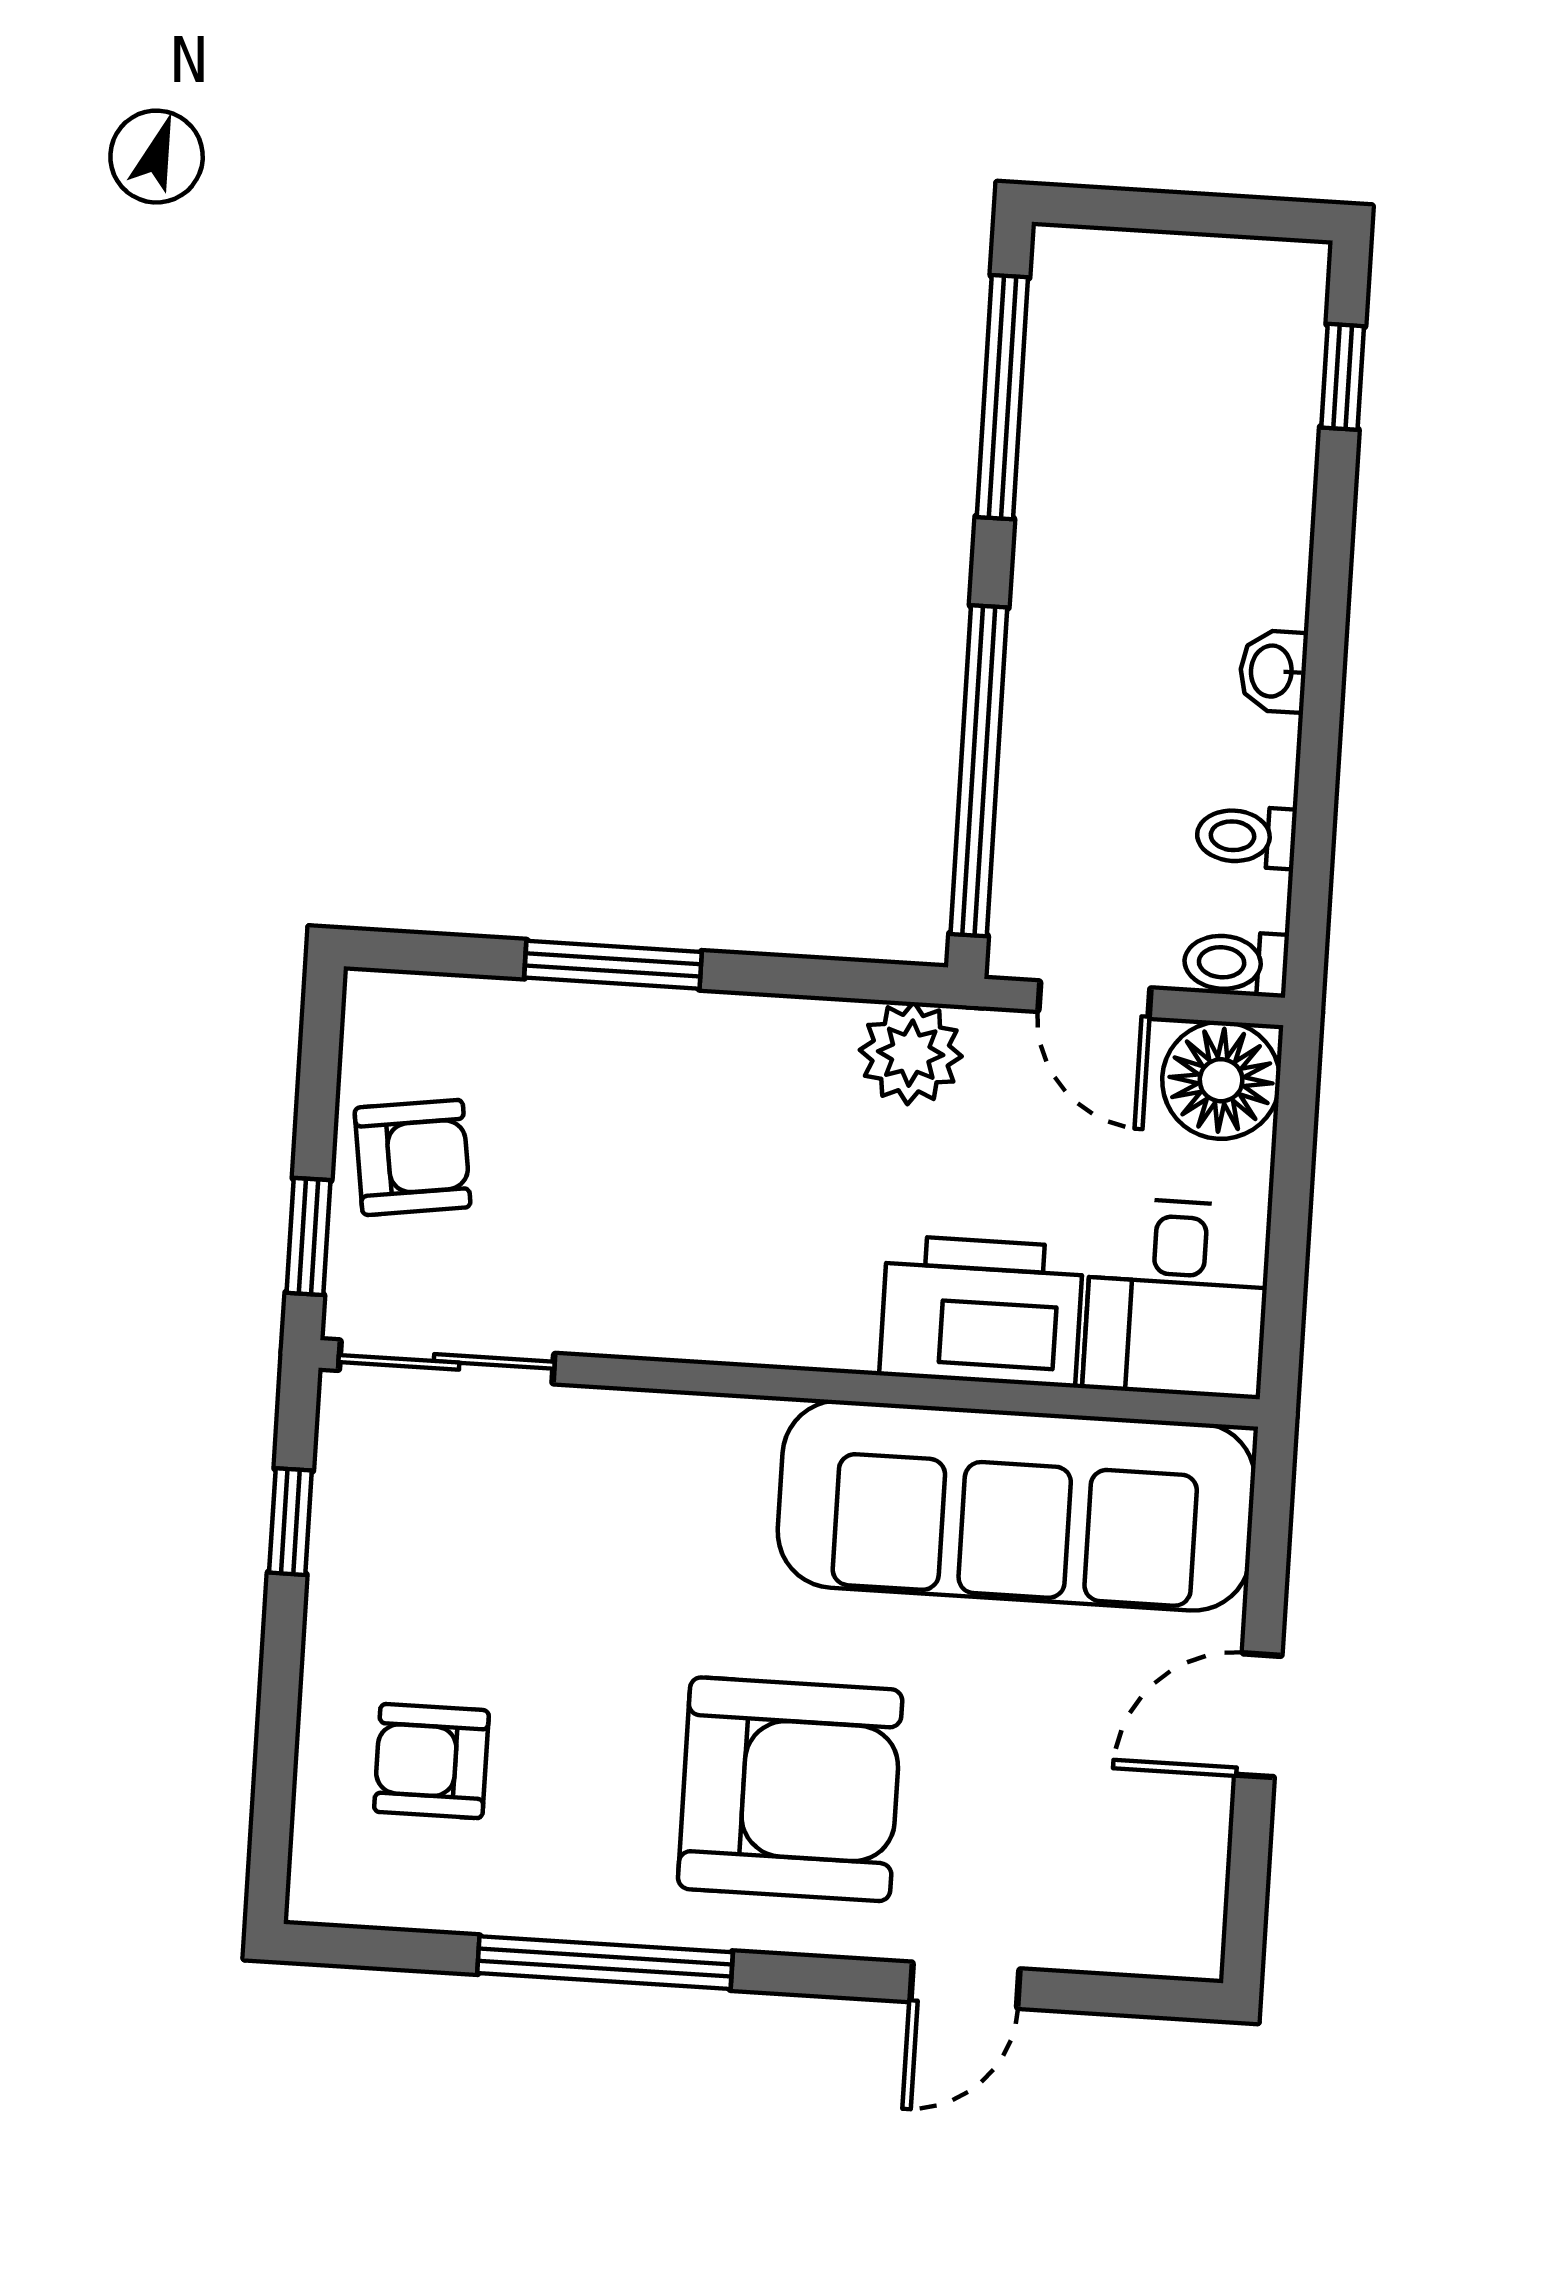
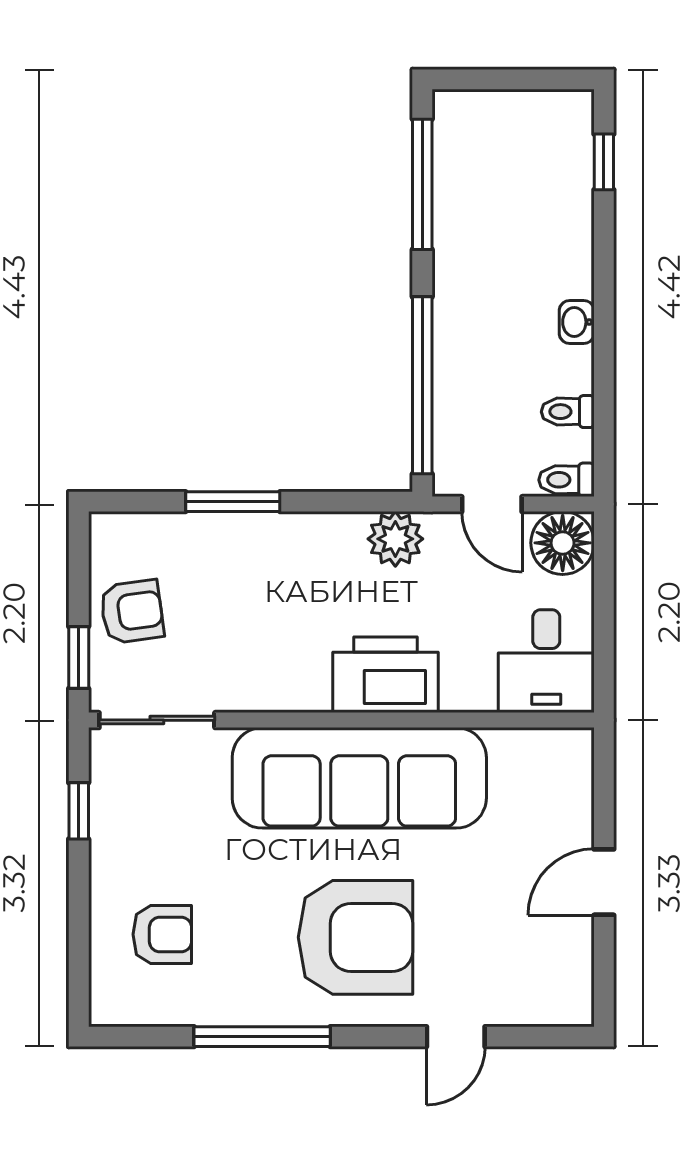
printer: (981, 1311) -> (385, 675), moved
sofa: (1016, 1506) -> (359, 778), moved
armchair: (431, 1761) -> (162, 934), turned 180

